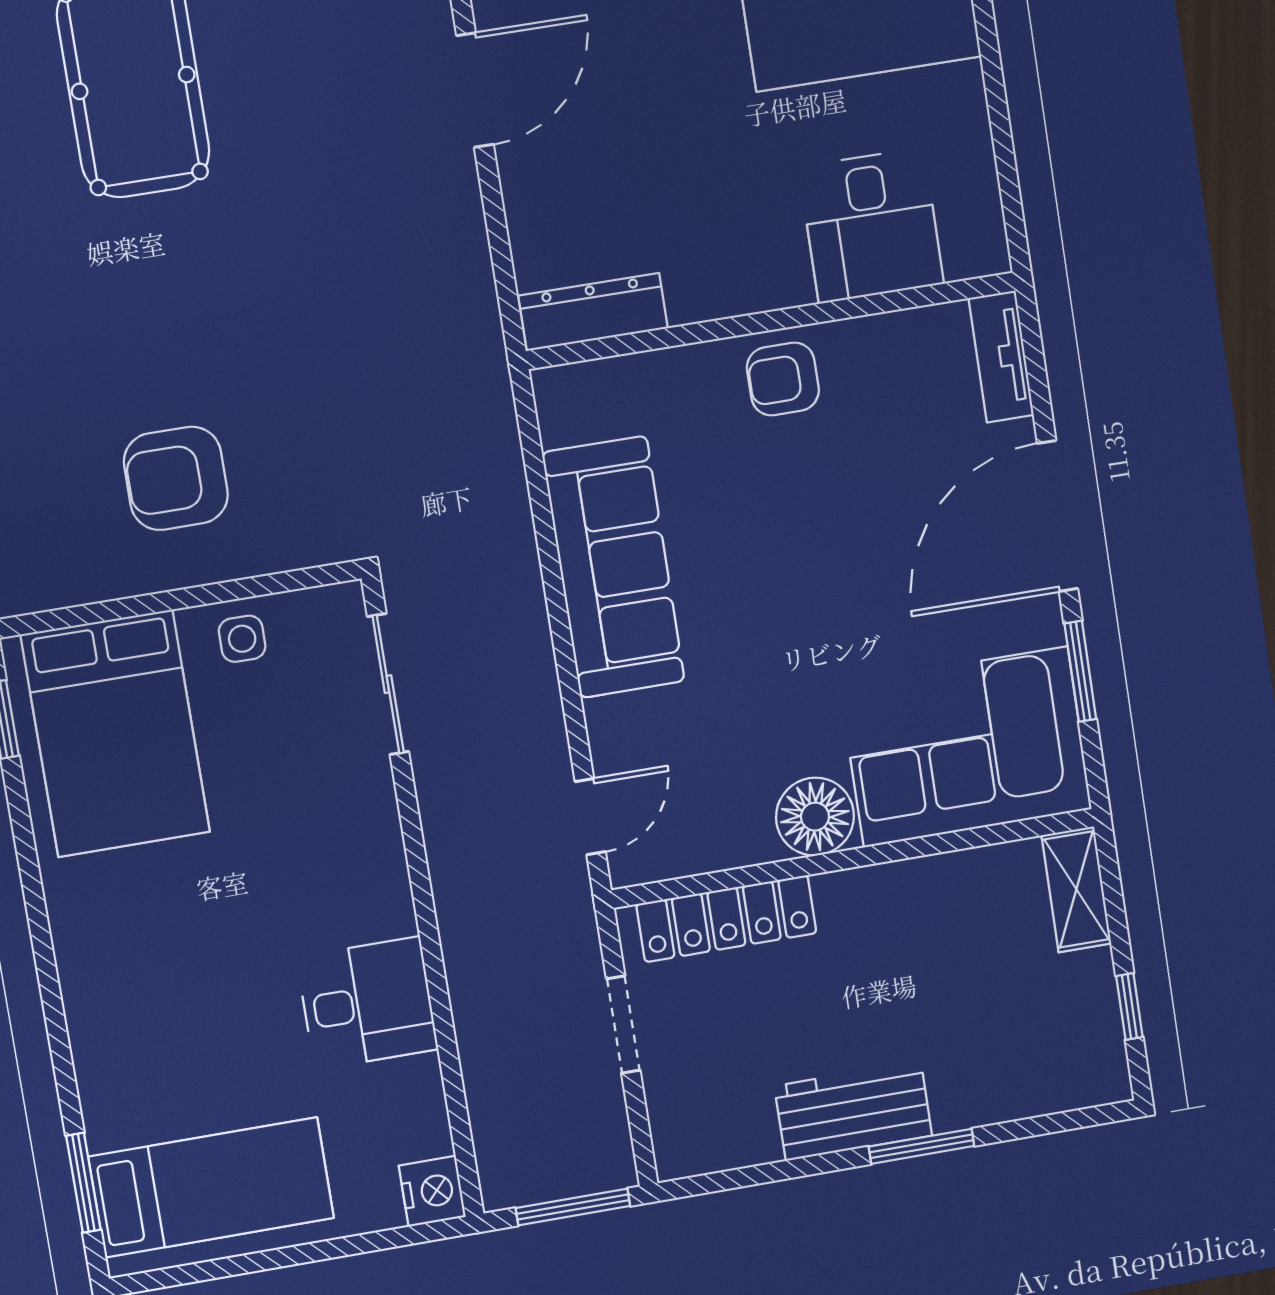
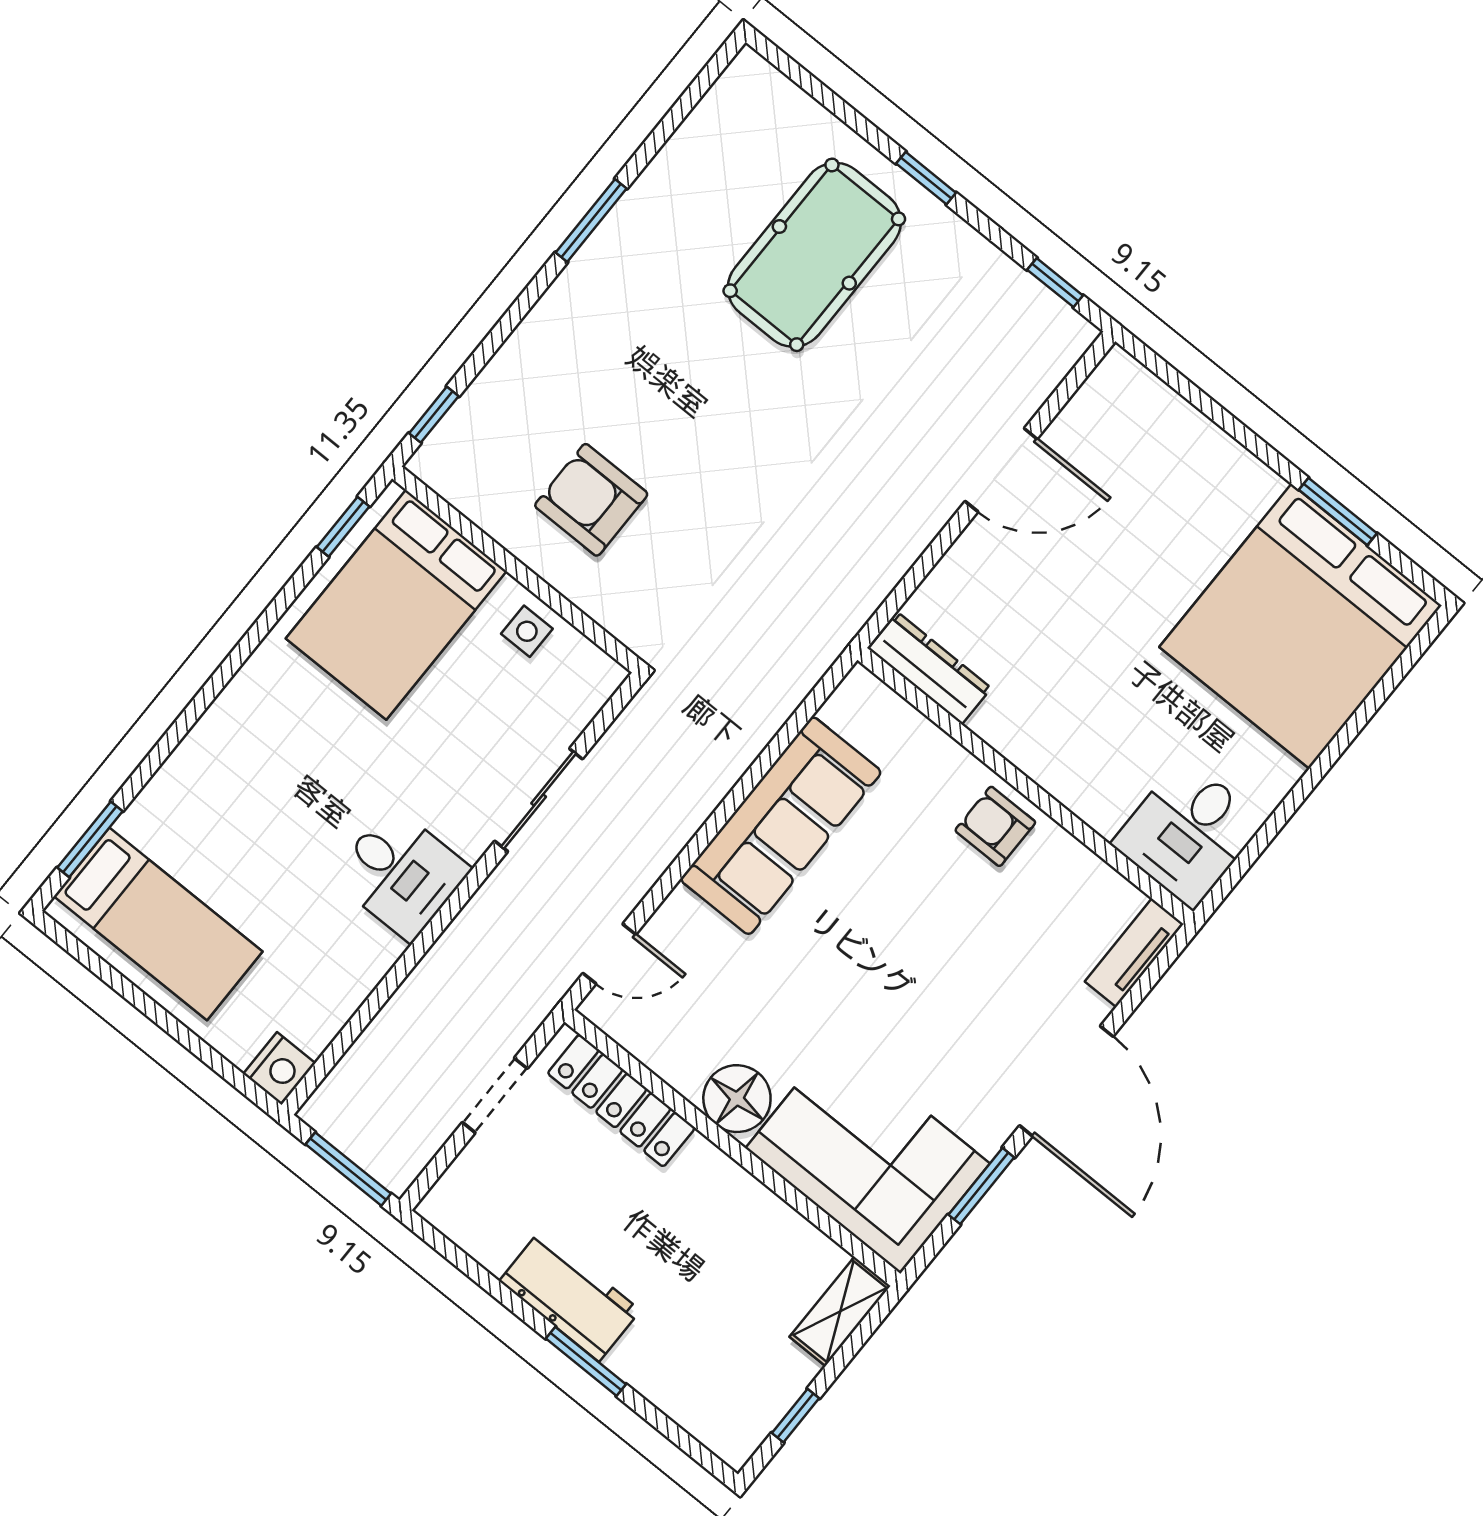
desk: (871, 226) -> (1188, 833), moved
door: (1058, 516) -> (1066, 1081), swing flipped
sliding door: (388, 684) -> (539, 800), moved
desk: (367, 1003) -> (401, 873), moved

